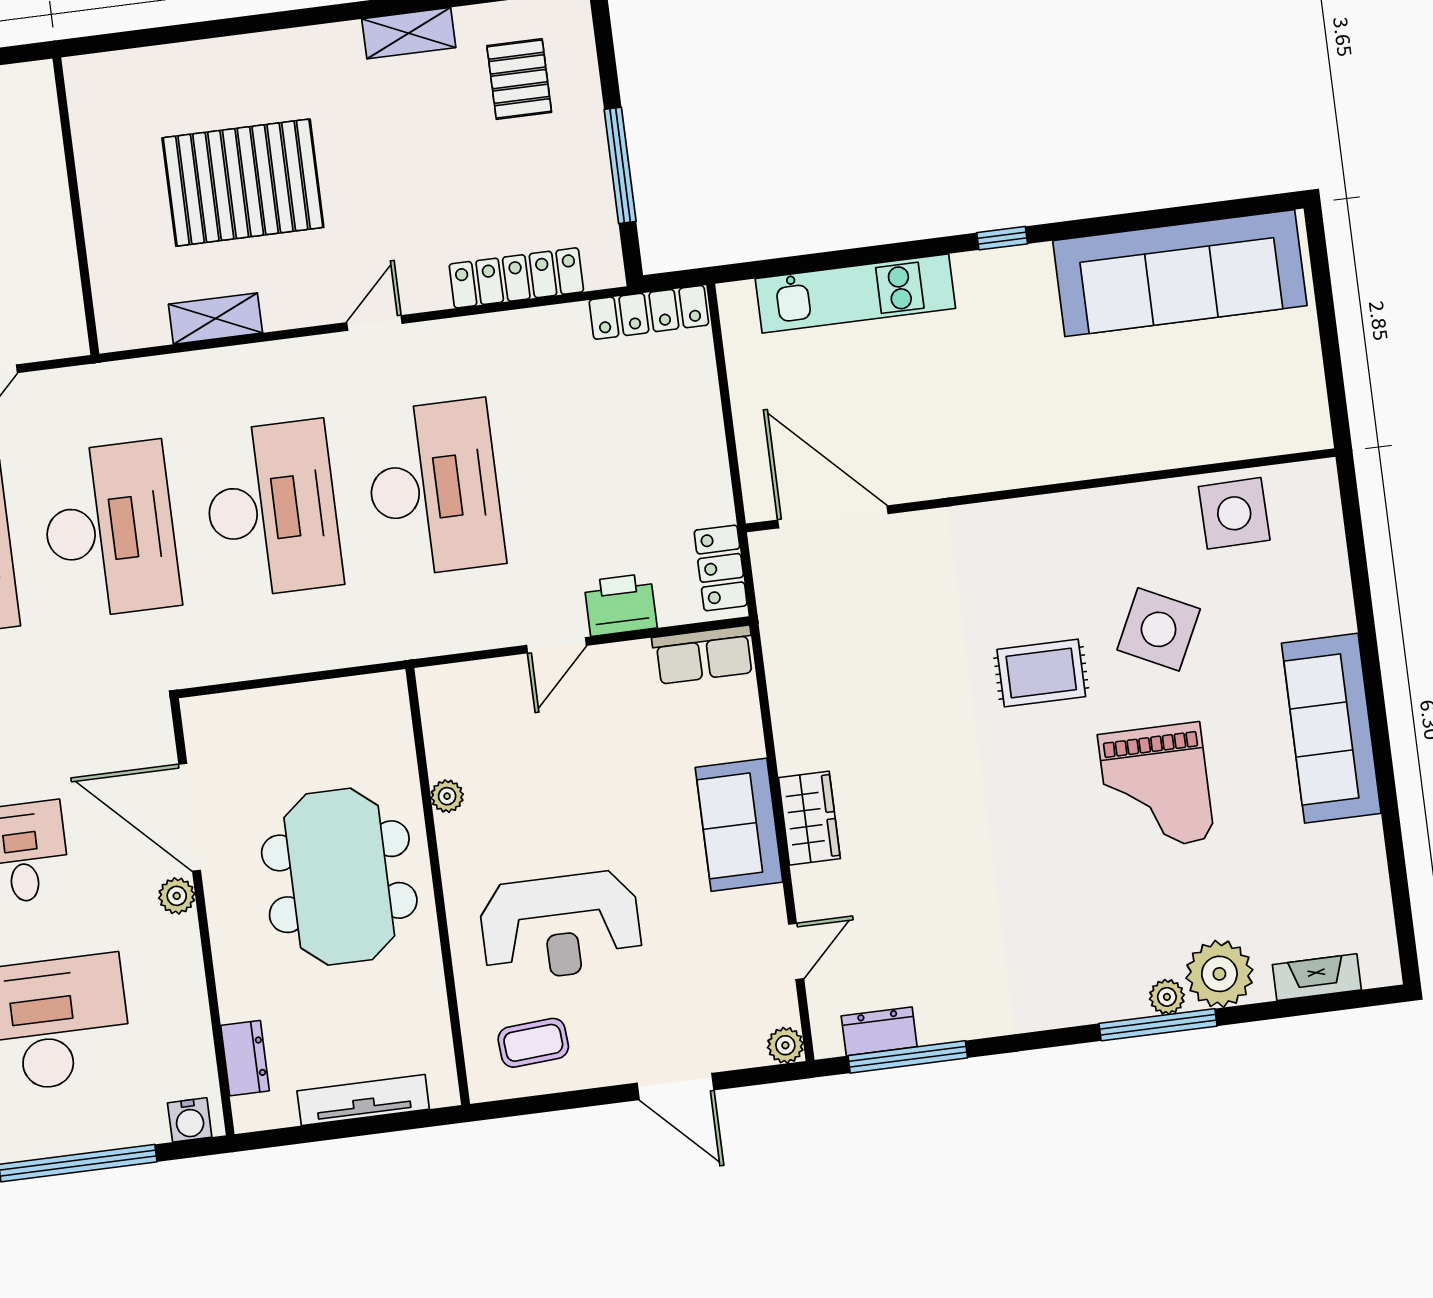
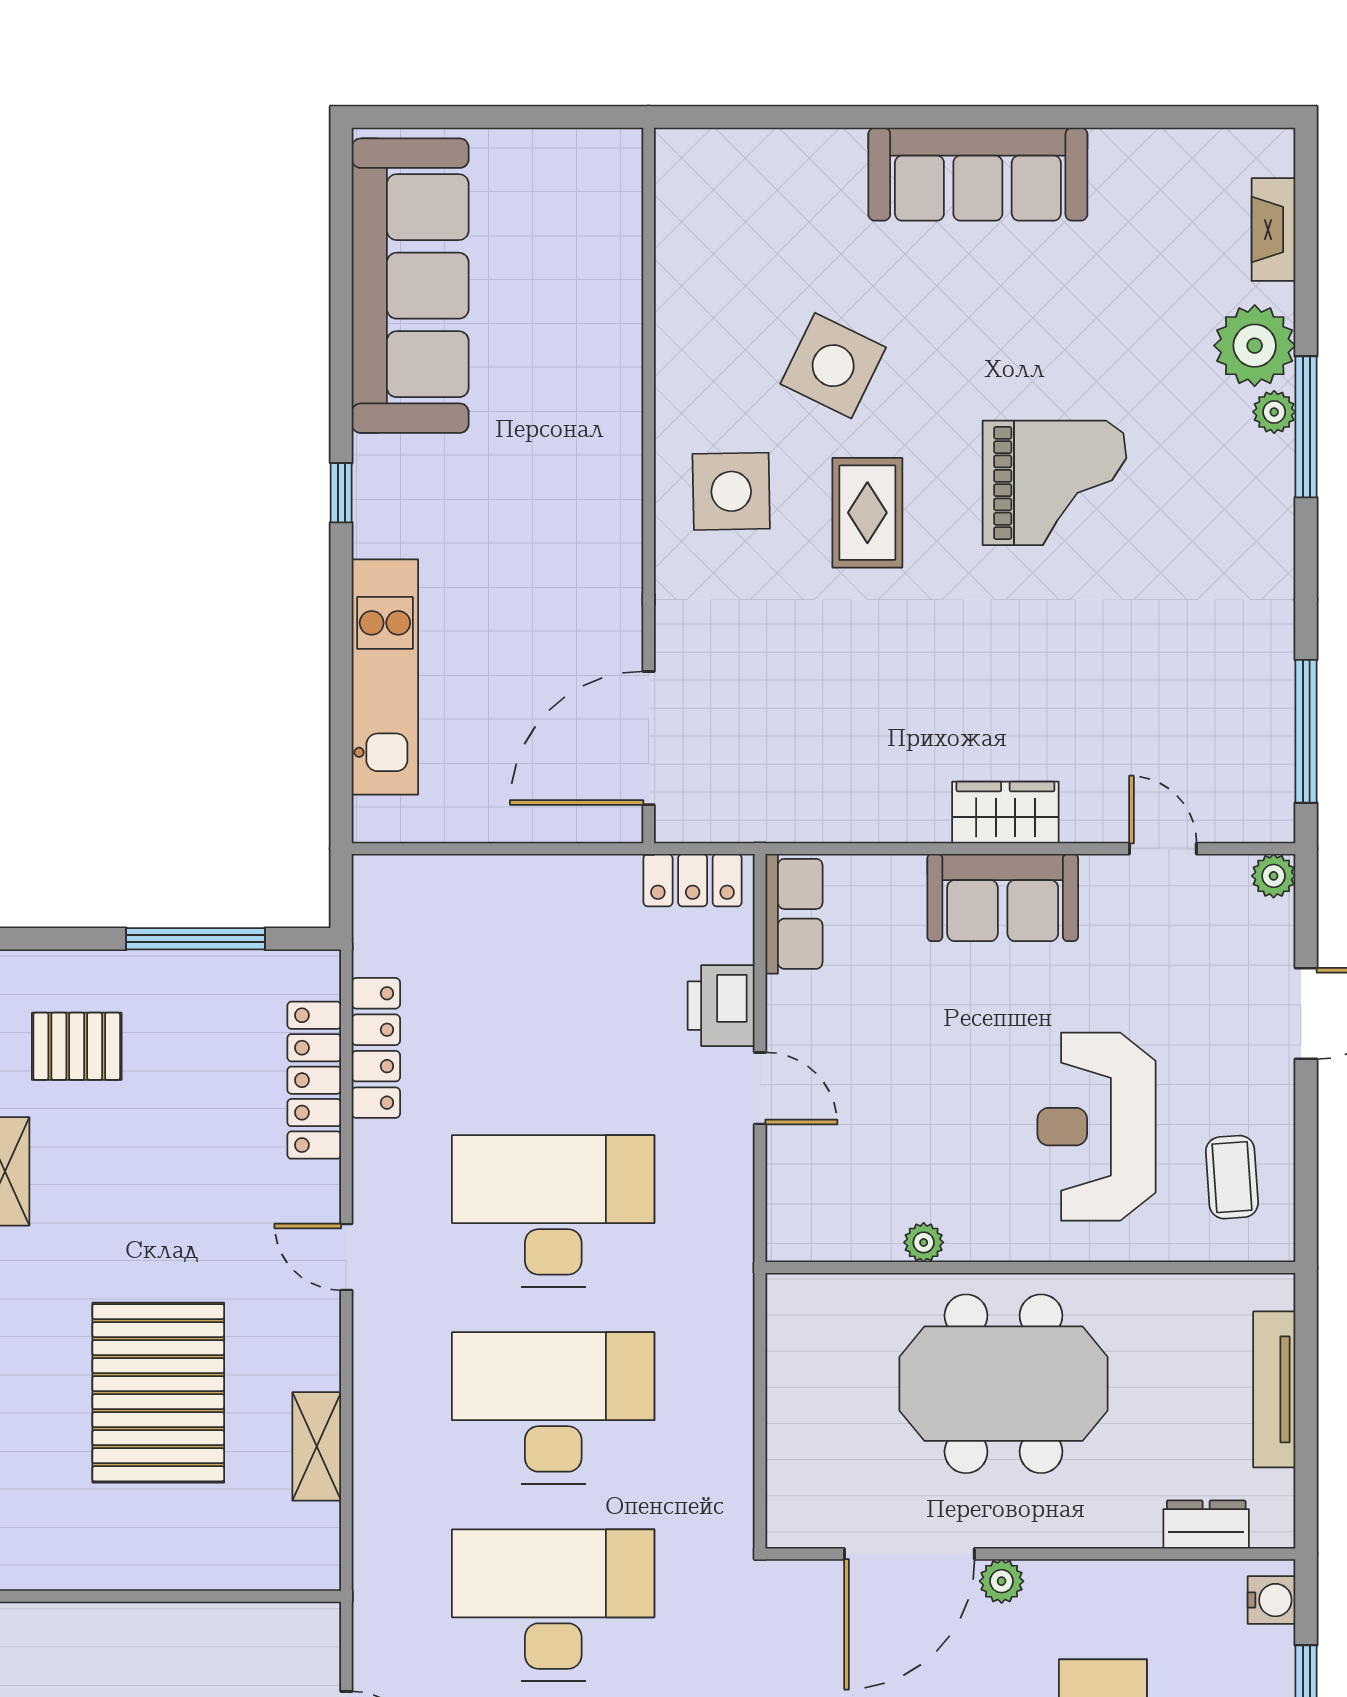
locker: (649, 312) -> (376, 1048), moved
side table: (1234, 513) -> (731, 491), moved
grand piano: (1156, 787) -> (1054, 483), moved
reception desk: (560, 926) -> (1097, 1127), turned 180
dresser: (879, 1031) -> (1271, 761), removed

